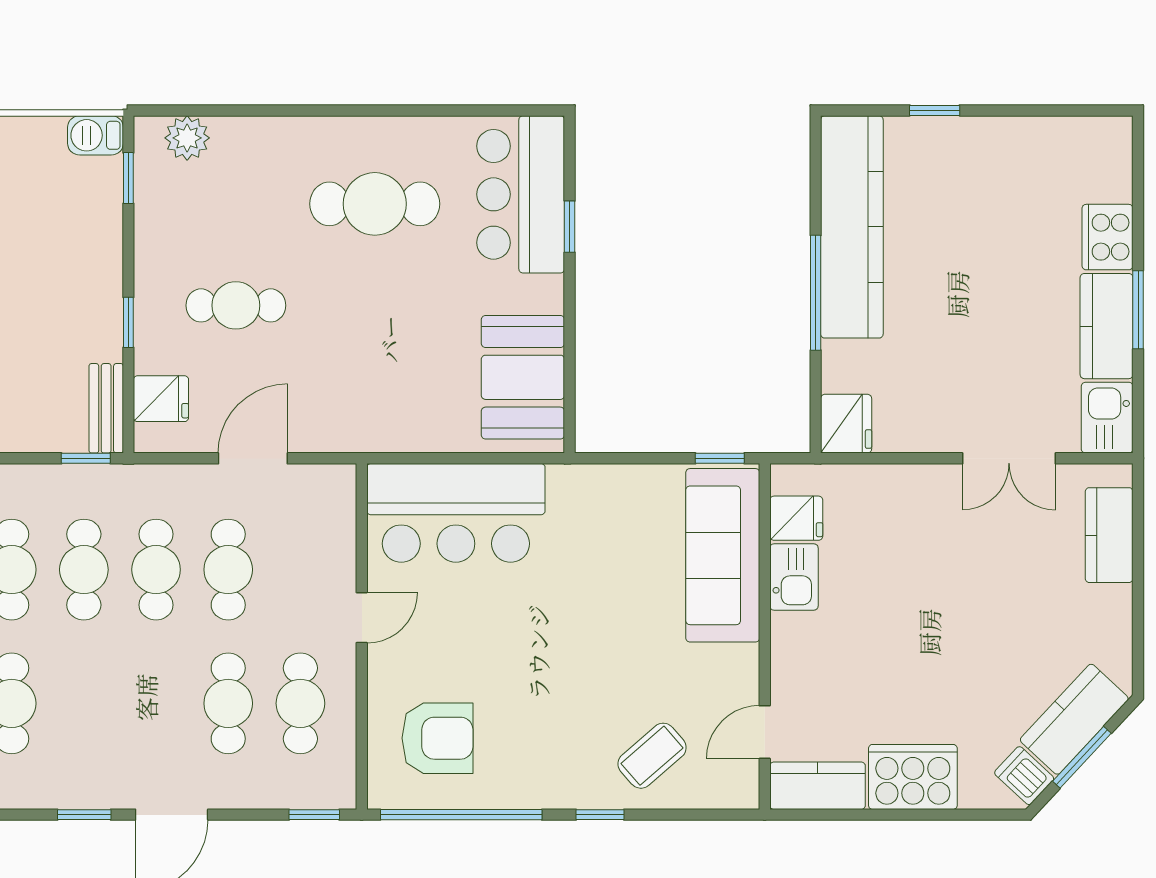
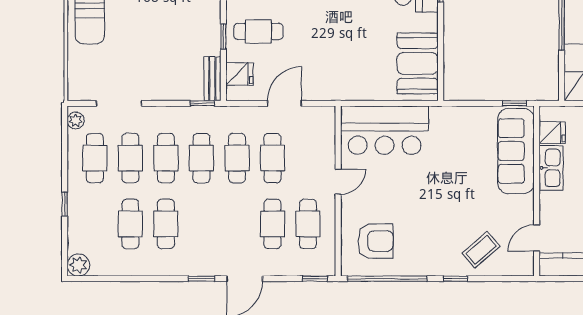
cafe table: (236, 305) -> (258, 31), moved
kitchen sink: (794, 577) -> (551, 168), width x1.38

